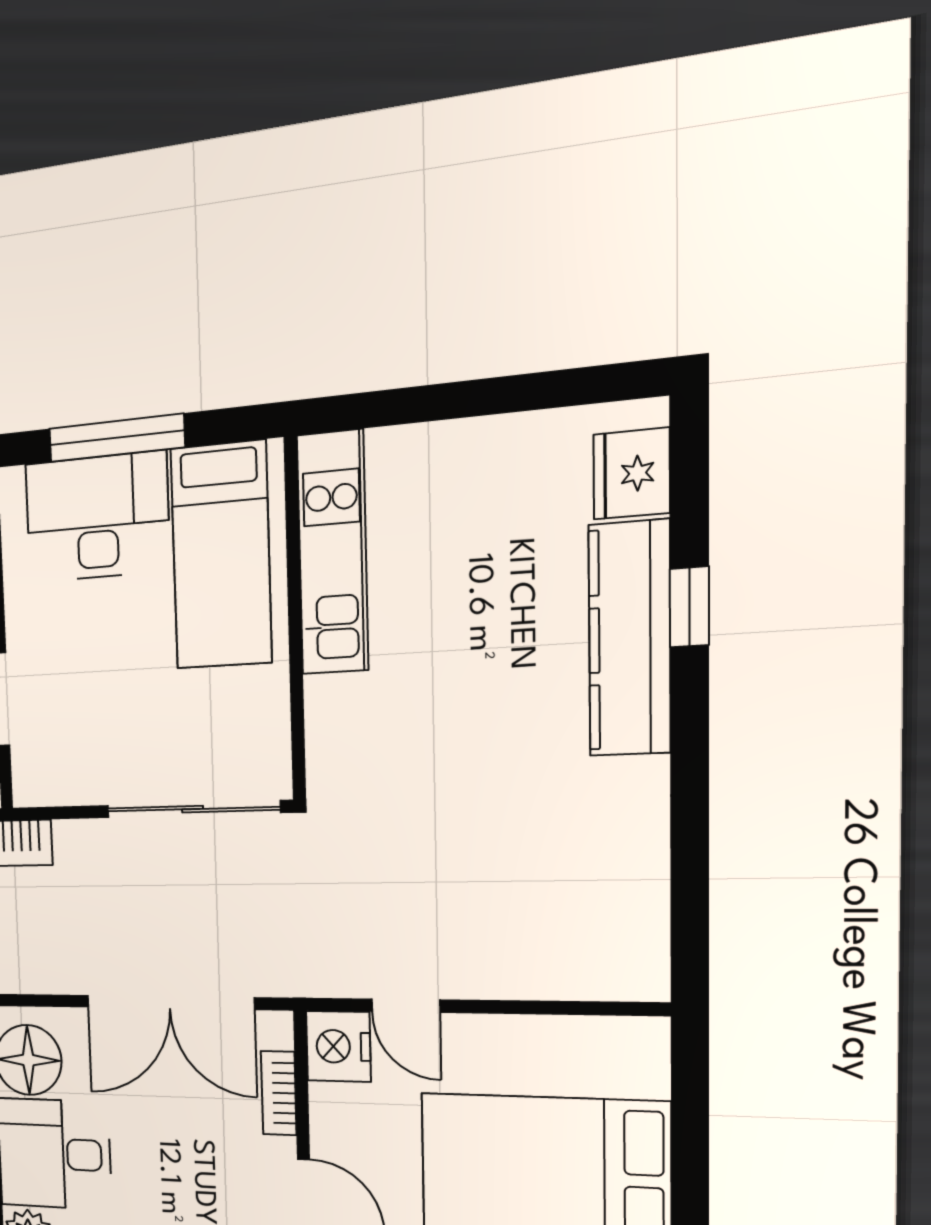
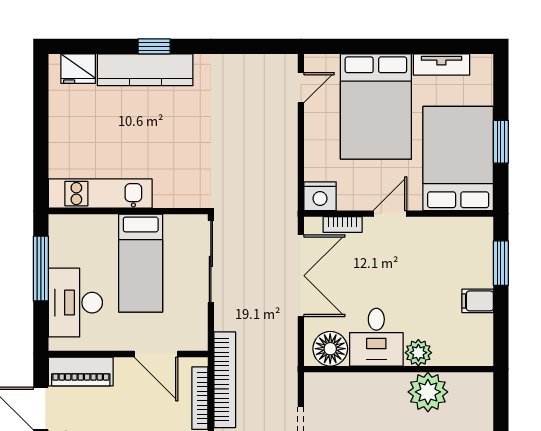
window: (116, 438) -> (41, 269), moved
bed: (221, 555) -> (141, 263), moved, turned 90
window: (689, 607) -> (154, 46), moved
door: (406, 1006) -> (301, 88), moved

